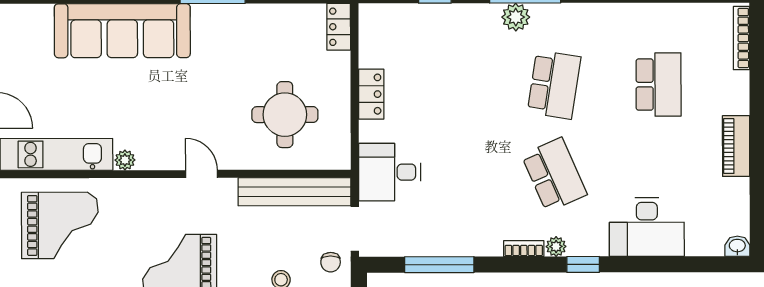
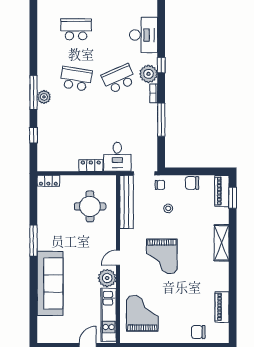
locker: (371, 94) -> (91, 165), moved
plant: (125, 160) -> (107, 278), width x1.87, depth x1.87
door: (201, 174) -> (118, 258), moved
plant: (556, 246) -> (149, 74), width x1.87, depth x1.87
window: (439, 265) -> (161, 120), moved

